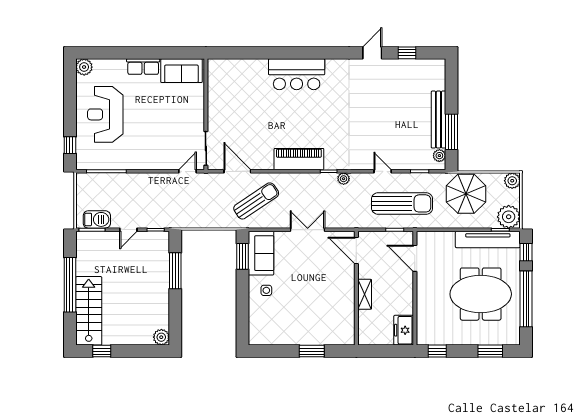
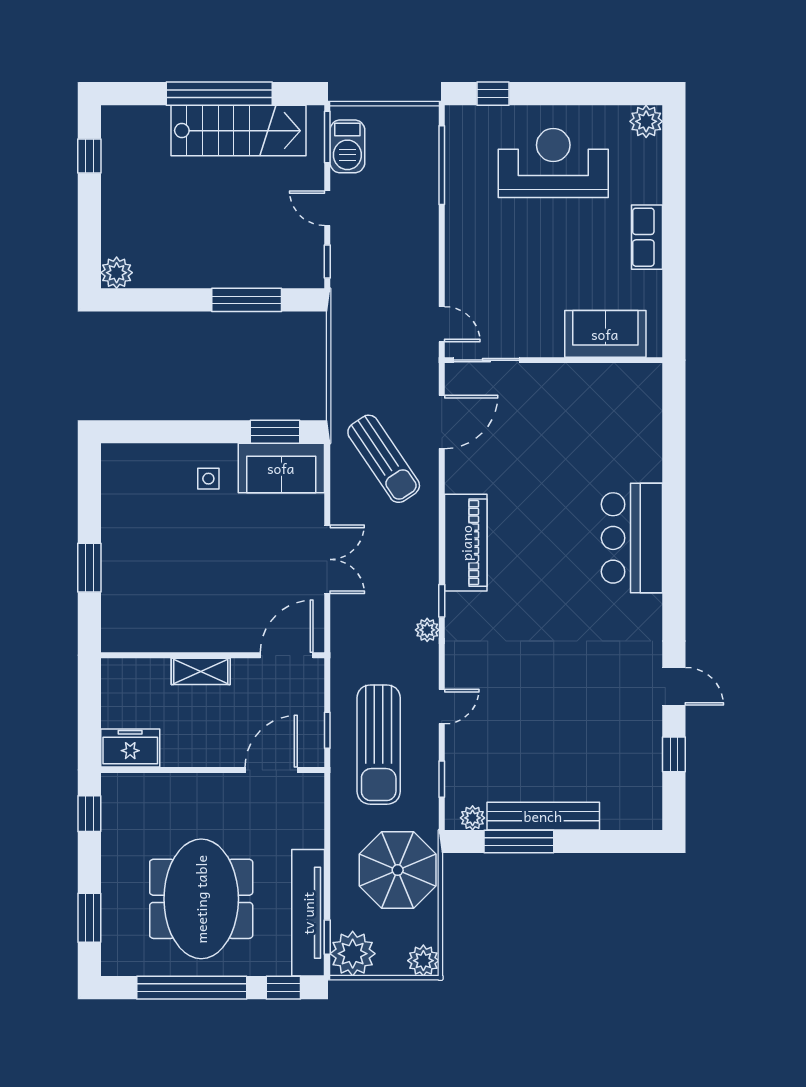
sofa: (181, 71) -> (605, 334), moved, turned 90
stairs: (89, 311) -> (238, 131), moved

